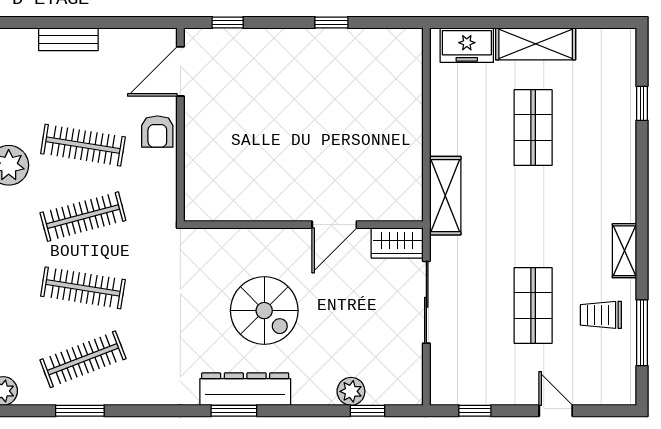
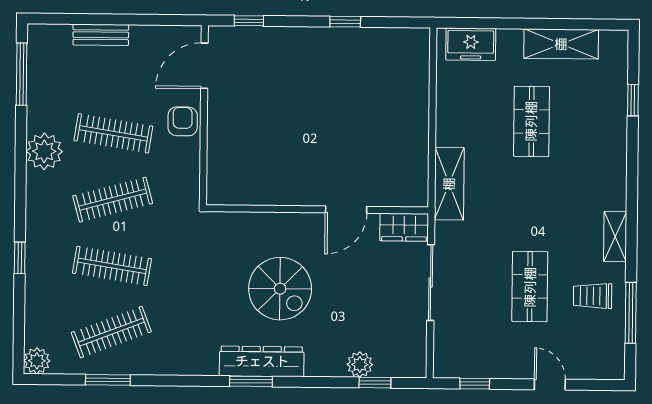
shelving: (536, 44) -> (561, 44), moved
armchair: (157, 132) -> (183, 121), turned 180

